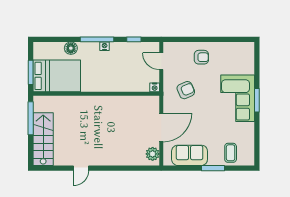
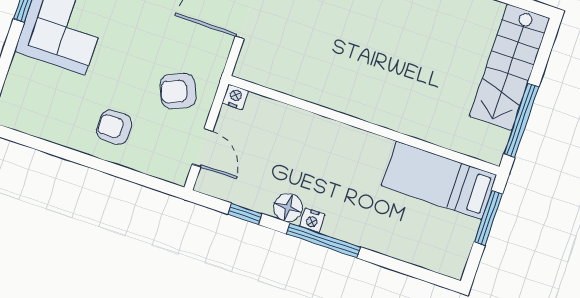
floor lamp: (71, 48) -> (288, 208), moved
bed: (57, 76) -> (439, 180), width x0.67
armchair: (186, 90) -> (178, 91), moved

